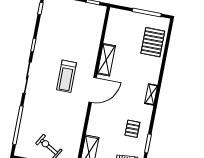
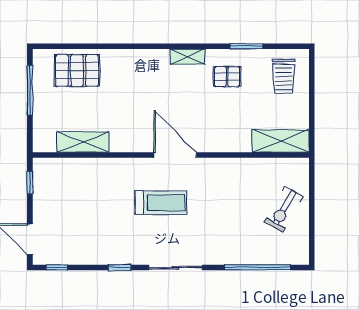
shelving: (106, 60) -> (83, 142), moved
shelving: (151, 94) -> (187, 57), moved

